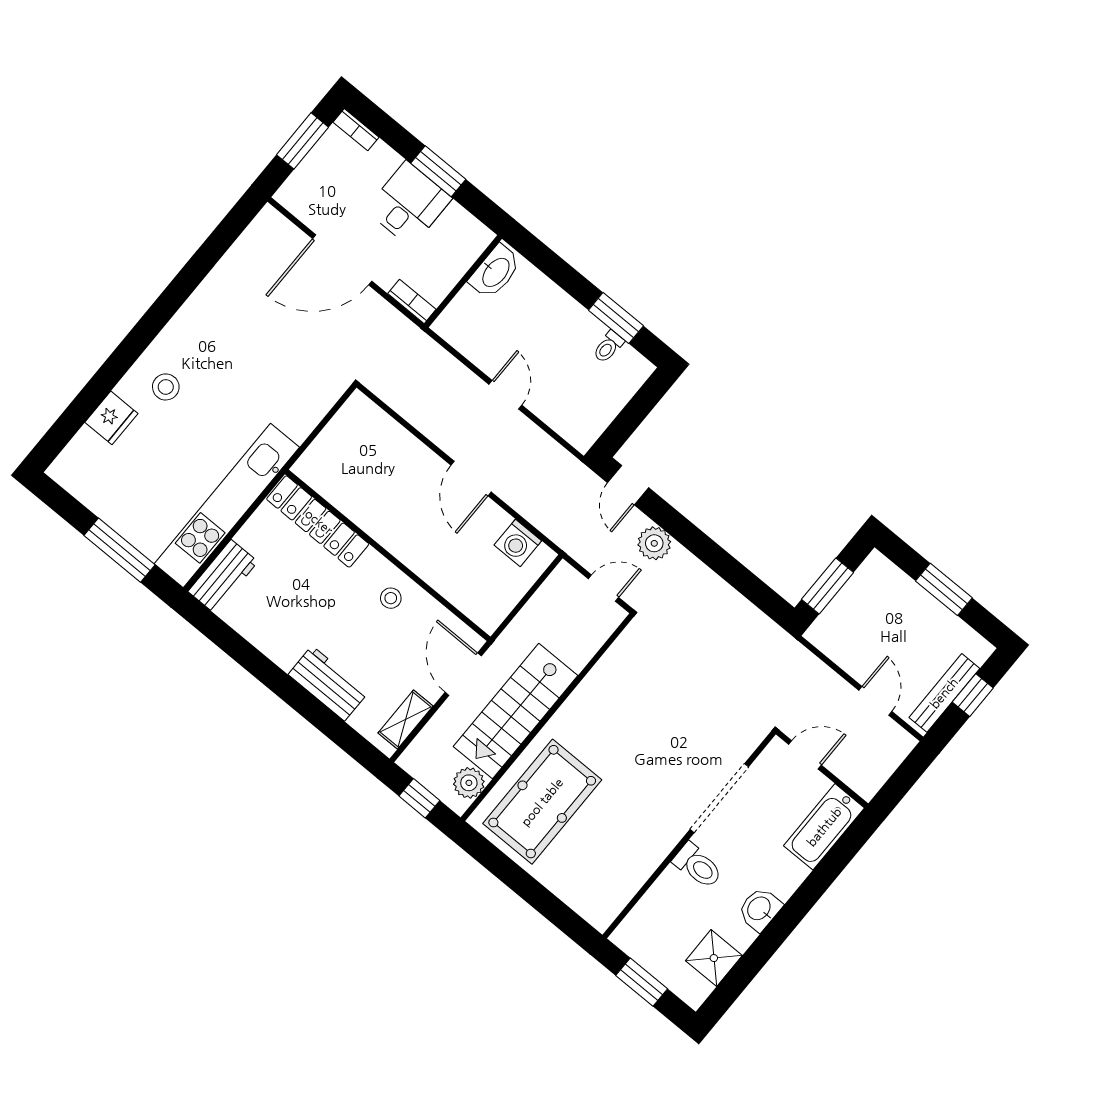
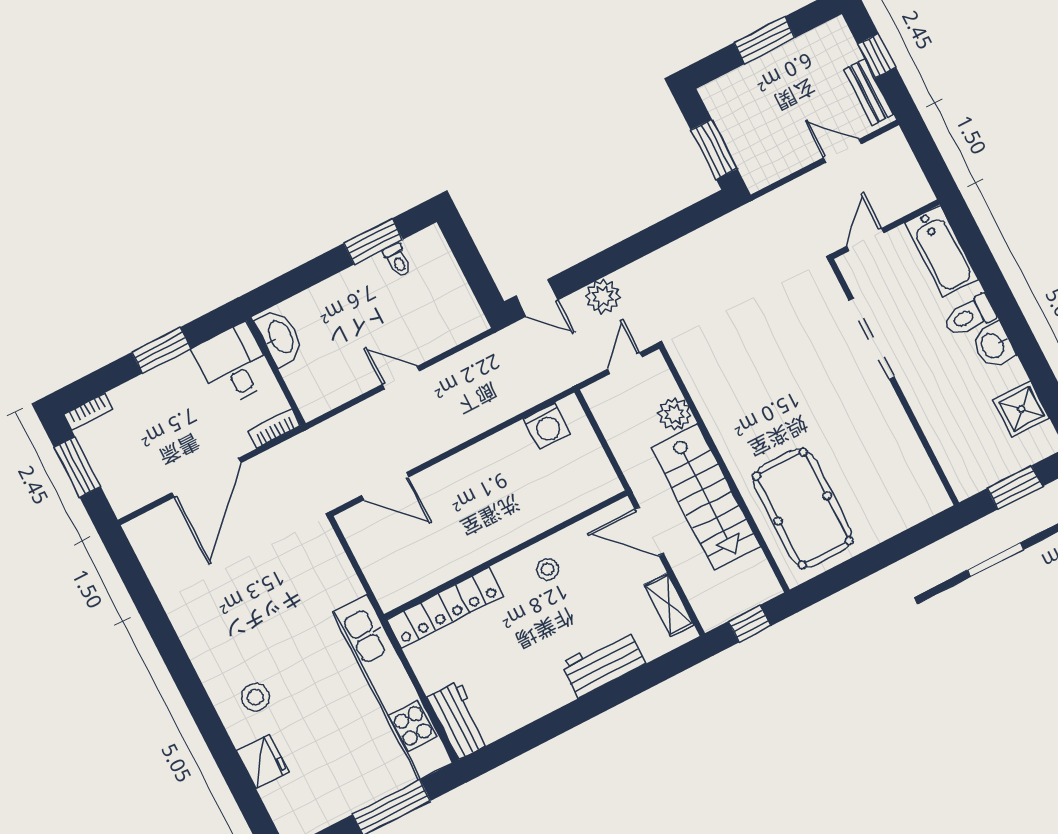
desk: (409, 204) -> (234, 365), moved
door: (471, 479) -> (385, 486), moved
bench: (944, 693) -> (869, 92), width x0.73
plant: (469, 783) -> (675, 414), moved
toilet: (698, 866) -> (970, 316), moved, turned 180

